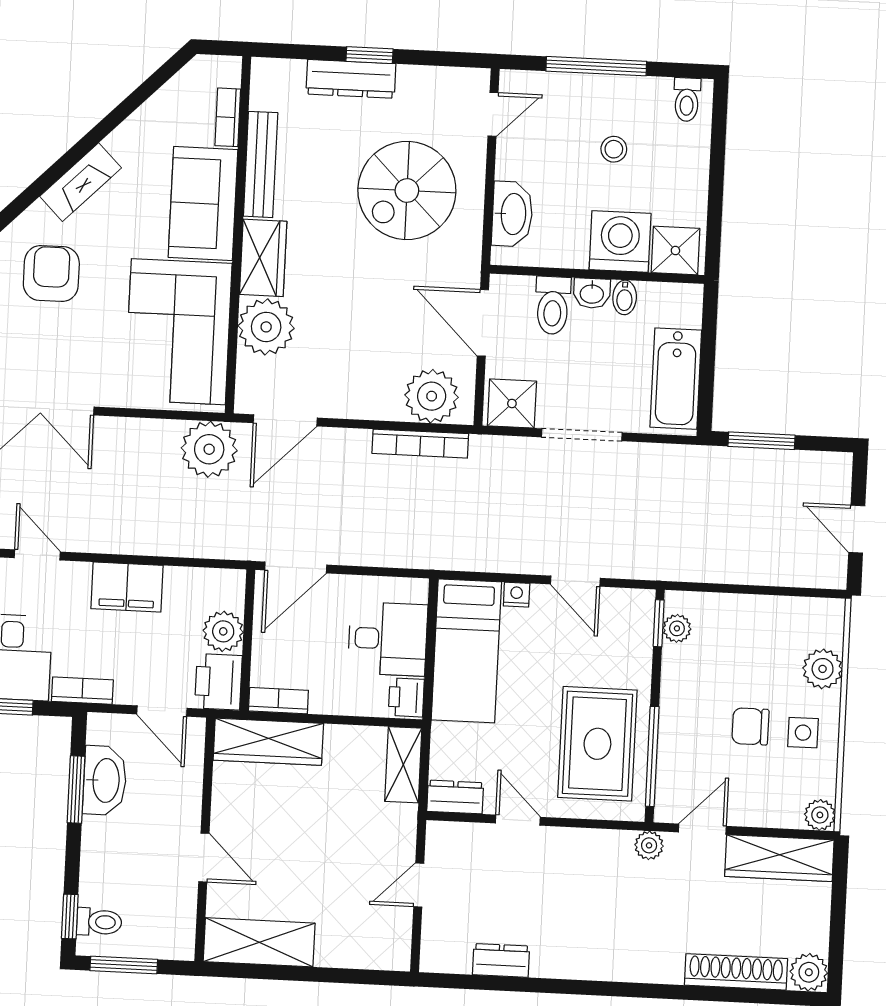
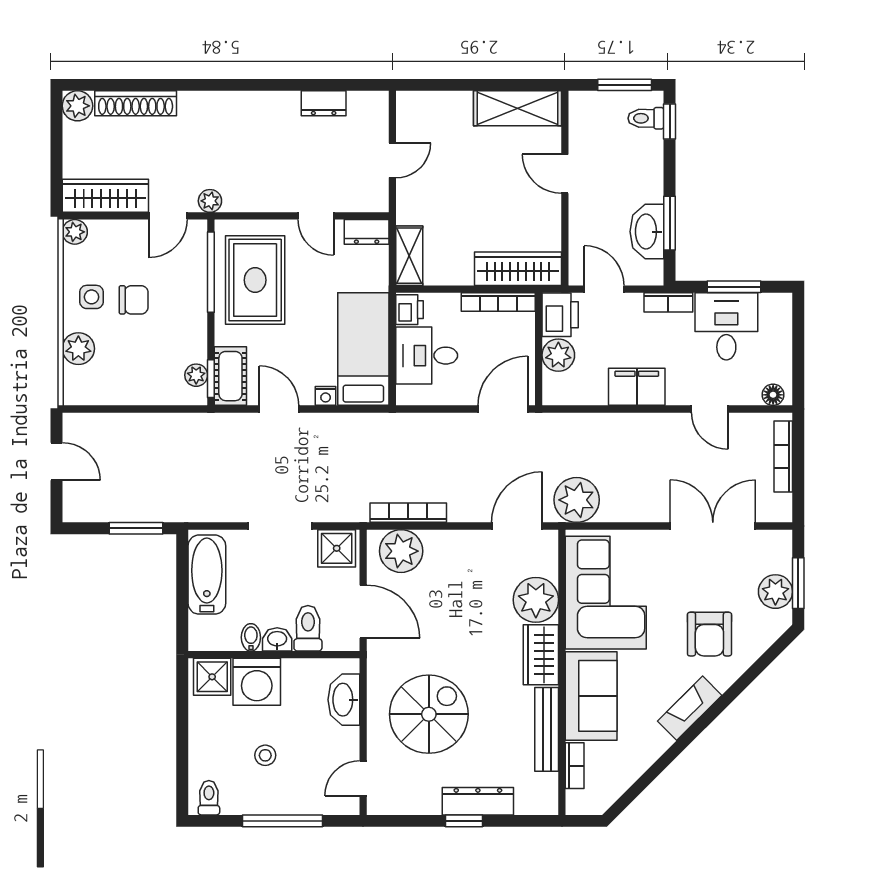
cot: (634, 625) -> (230, 376), added
bookcase: (278, 701) -> (498, 302), width x1.56

